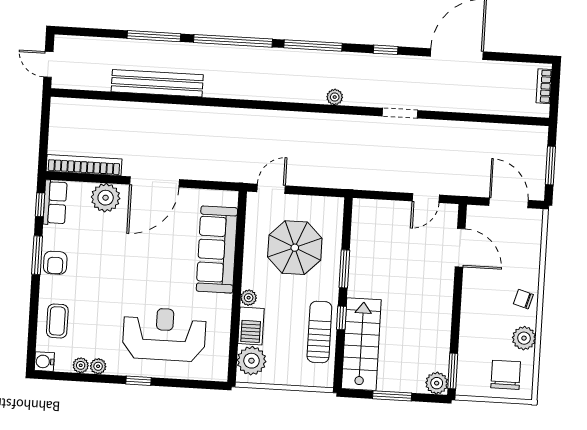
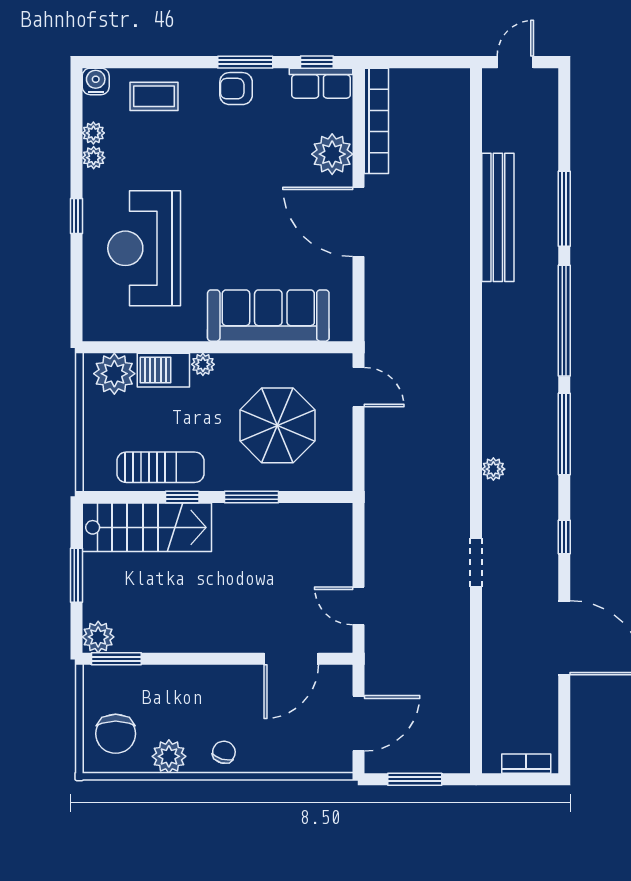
reception desk: (164, 334) -> (144, 248), turned 180
chair: (506, 375) -> (116, 734), turned 90

